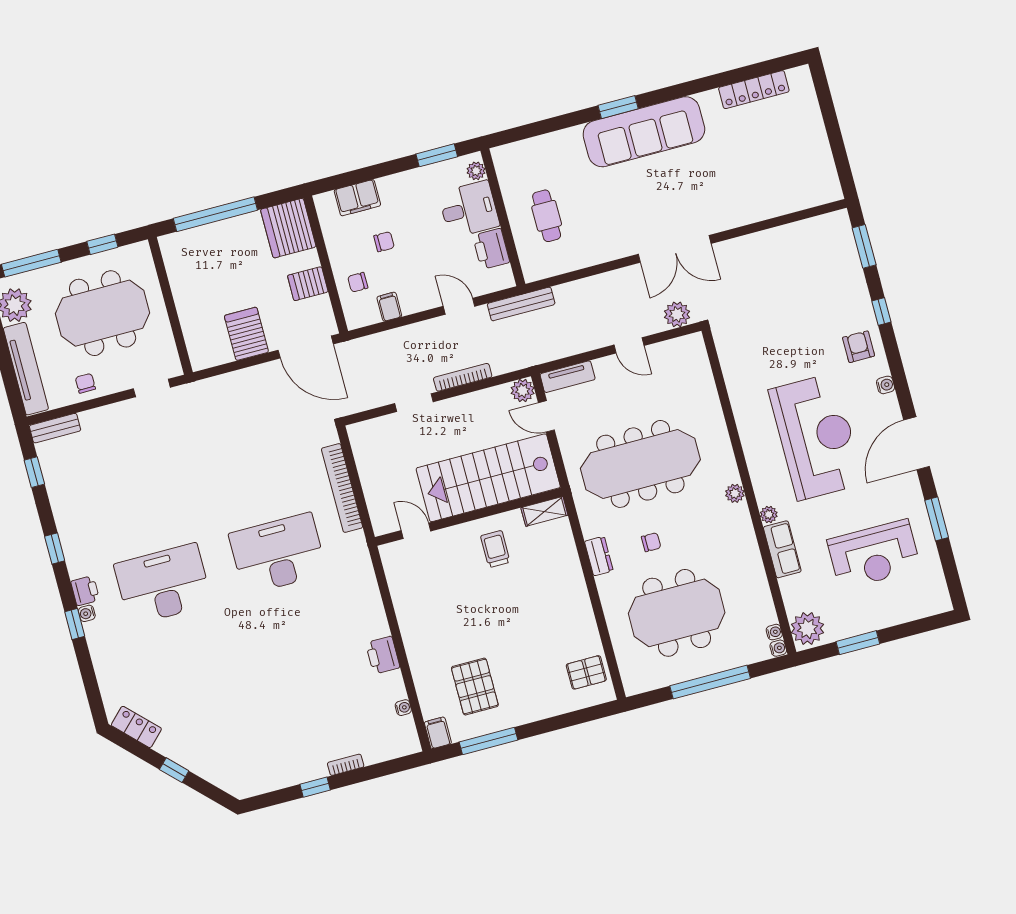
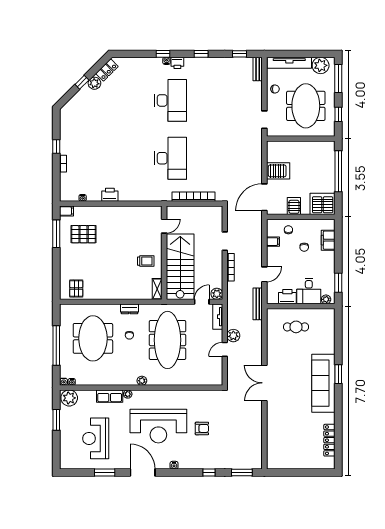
plant: (677, 314) -> (233, 336), moved
armchair: (859, 347) -> (202, 428), moved
plant: (169, 745) -> (94, 83), added

